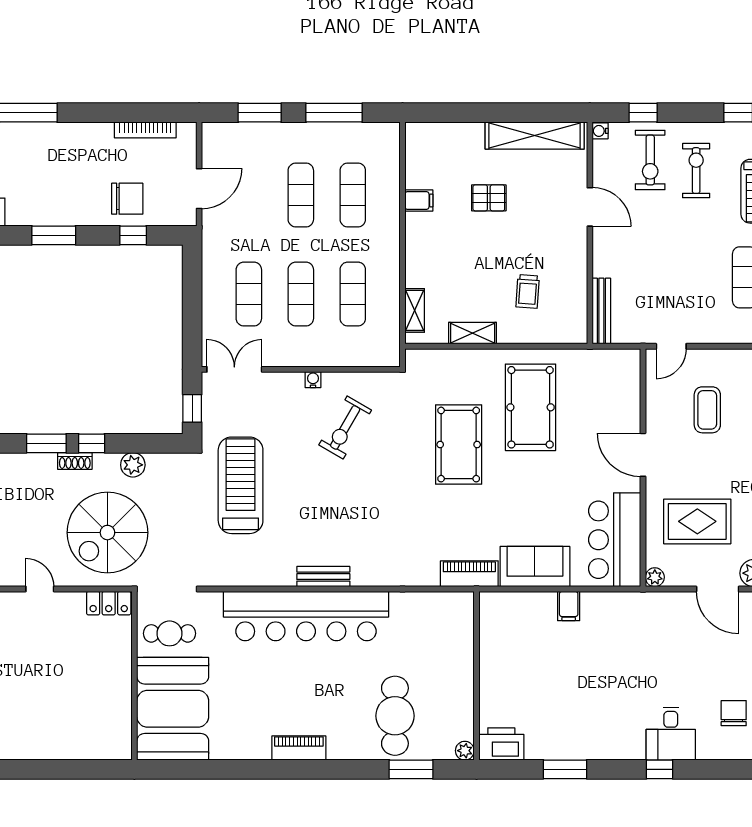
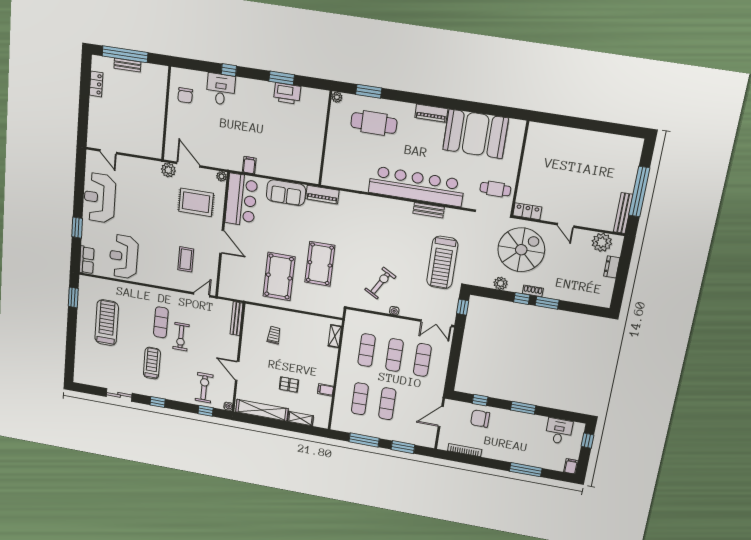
exercise bike: (696, 171) -> (181, 337), moved
shelving: (473, 333) -> (300, 419), moved
bench: (323, 577) -> (429, 210), moved
filing cabinet: (569, 606) -> (249, 165), moved
booth: (173, 709) -> (476, 134), moved, turned 90
cafe table: (395, 716) -> (374, 123), turned 90
printer: (501, 744) -> (287, 94), moved

